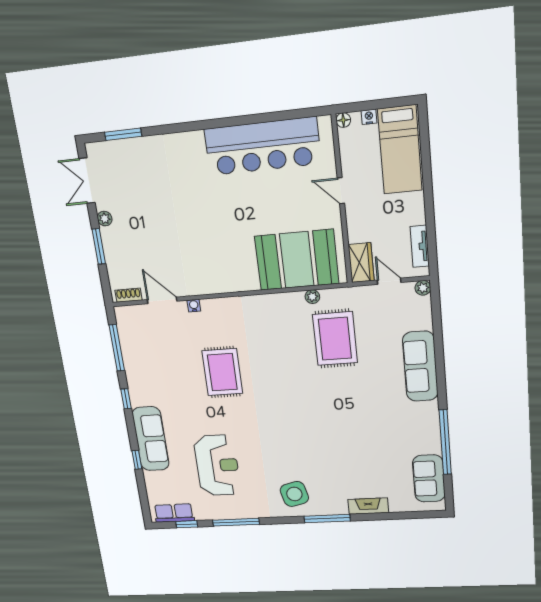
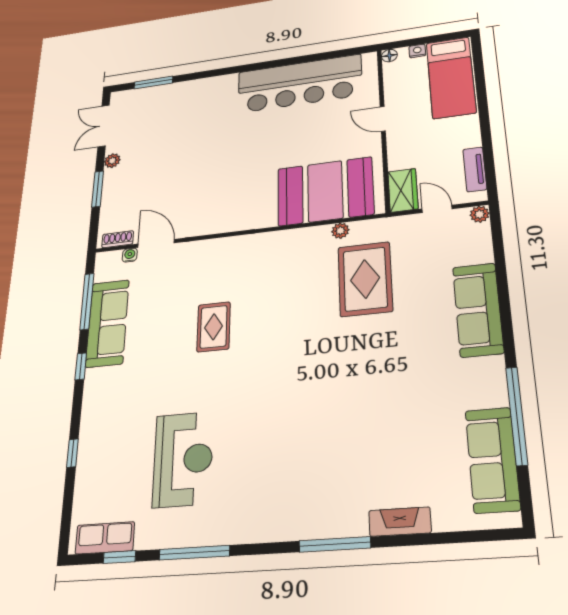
water cooler: (194, 306) -> (130, 255), moved
rug: (222, 372) -> (214, 327), width x0.73, depth x0.70
sofa: (151, 439) -> (107, 323), moved
sofa: (429, 478) -> (492, 460), width x1.36
side table: (294, 494) -> (289, 503), removed

